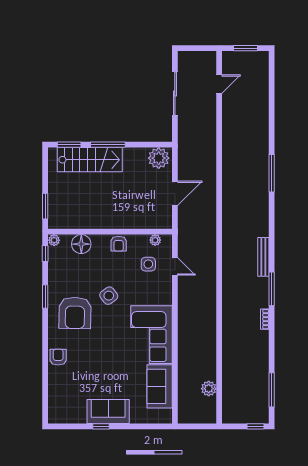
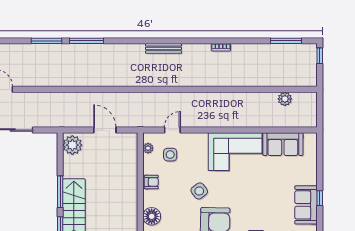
window: (272, 289) -> (47, 41), moved
sofa: (108, 412) -> (306, 205), moved

